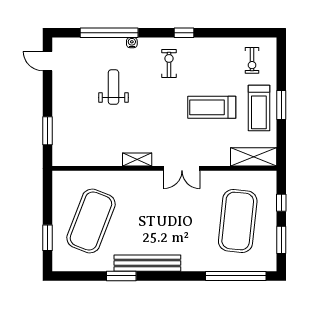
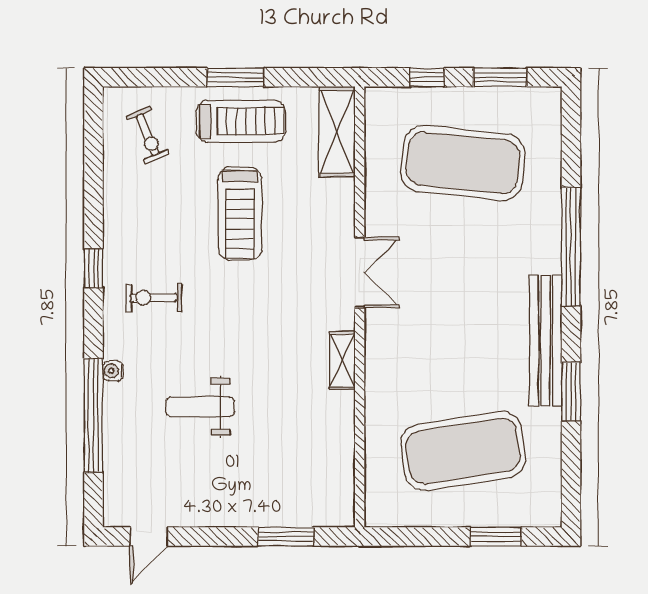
exercise bike: (252, 60) -> (148, 135), turned 67
exercise mat: (91, 221) -> (463, 451), turned -30
window: (236, 276) -> (571, 247), moved

